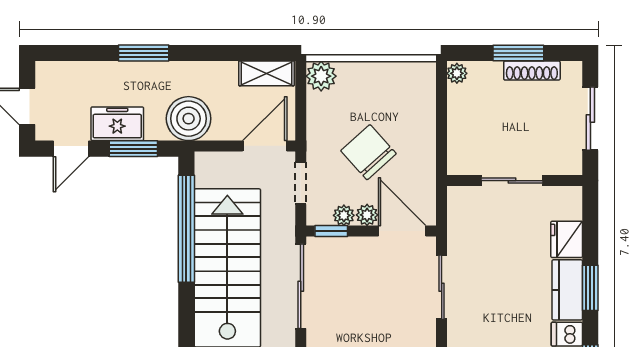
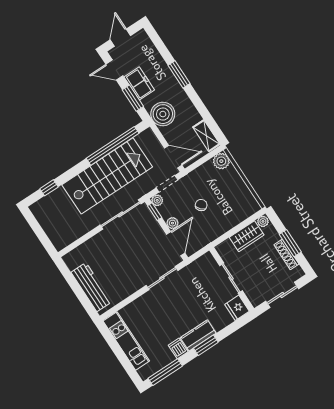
wardrobe: (463, 113) -> (247, 236), added
chair: (368, 152) -> (201, 205), width x0.54, depth x0.54
plant: (344, 215) -> (157, 200), moved
fridge: (567, 239) -> (237, 308), moved, turned -90

